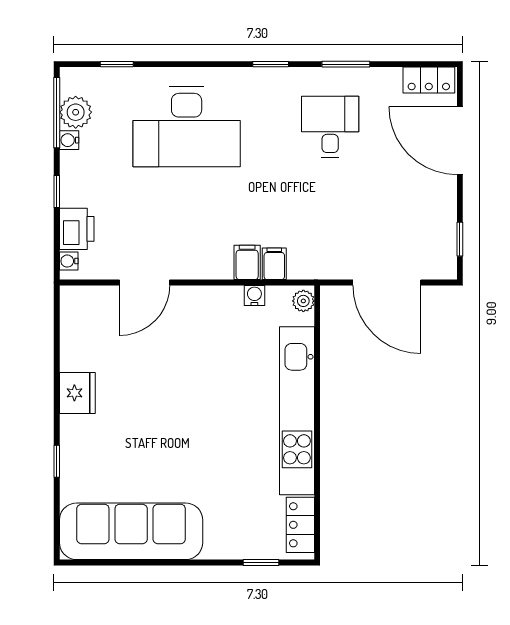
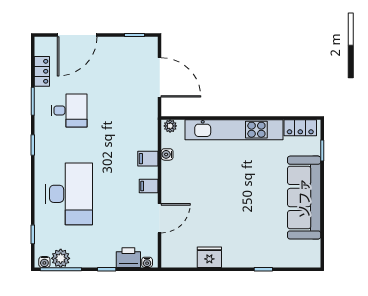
locker: (429, 80) -> (42, 71), moved
desk: (330, 127) -> (69, 110), turned 180
water cooler: (69, 140) -> (44, 262), moved
filing cabinet: (274, 264) -> (149, 186), moved
door: (145, 283) -> (160, 218), hinge flipped
door: (387, 283) -> (160, 77), hinge flipped
fridge: (77, 393) -> (209, 257), moved
sofa: (131, 531) -> (304, 198), moved

